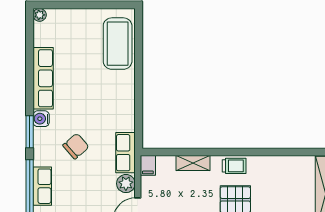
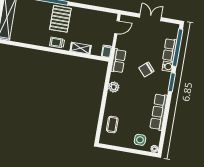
side table: (66, 26) -> (140, 140), added
coffee table: (118, 44) -> (112, 125), width x0.54, depth x0.58
water cooler: (41, 119) -> (168, 66), moved
plant: (126, 184) -> (114, 87), moved

